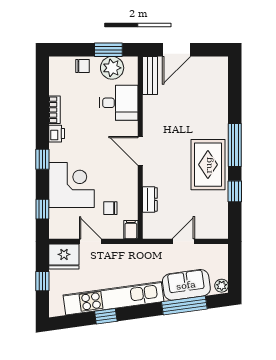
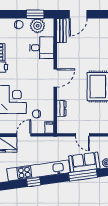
door: (140, 151) -> (55, 78), swing flipped
door: (90, 241) -> (24, 135), hinge flipped
door: (183, 241) -> (82, 135), swing flipped

